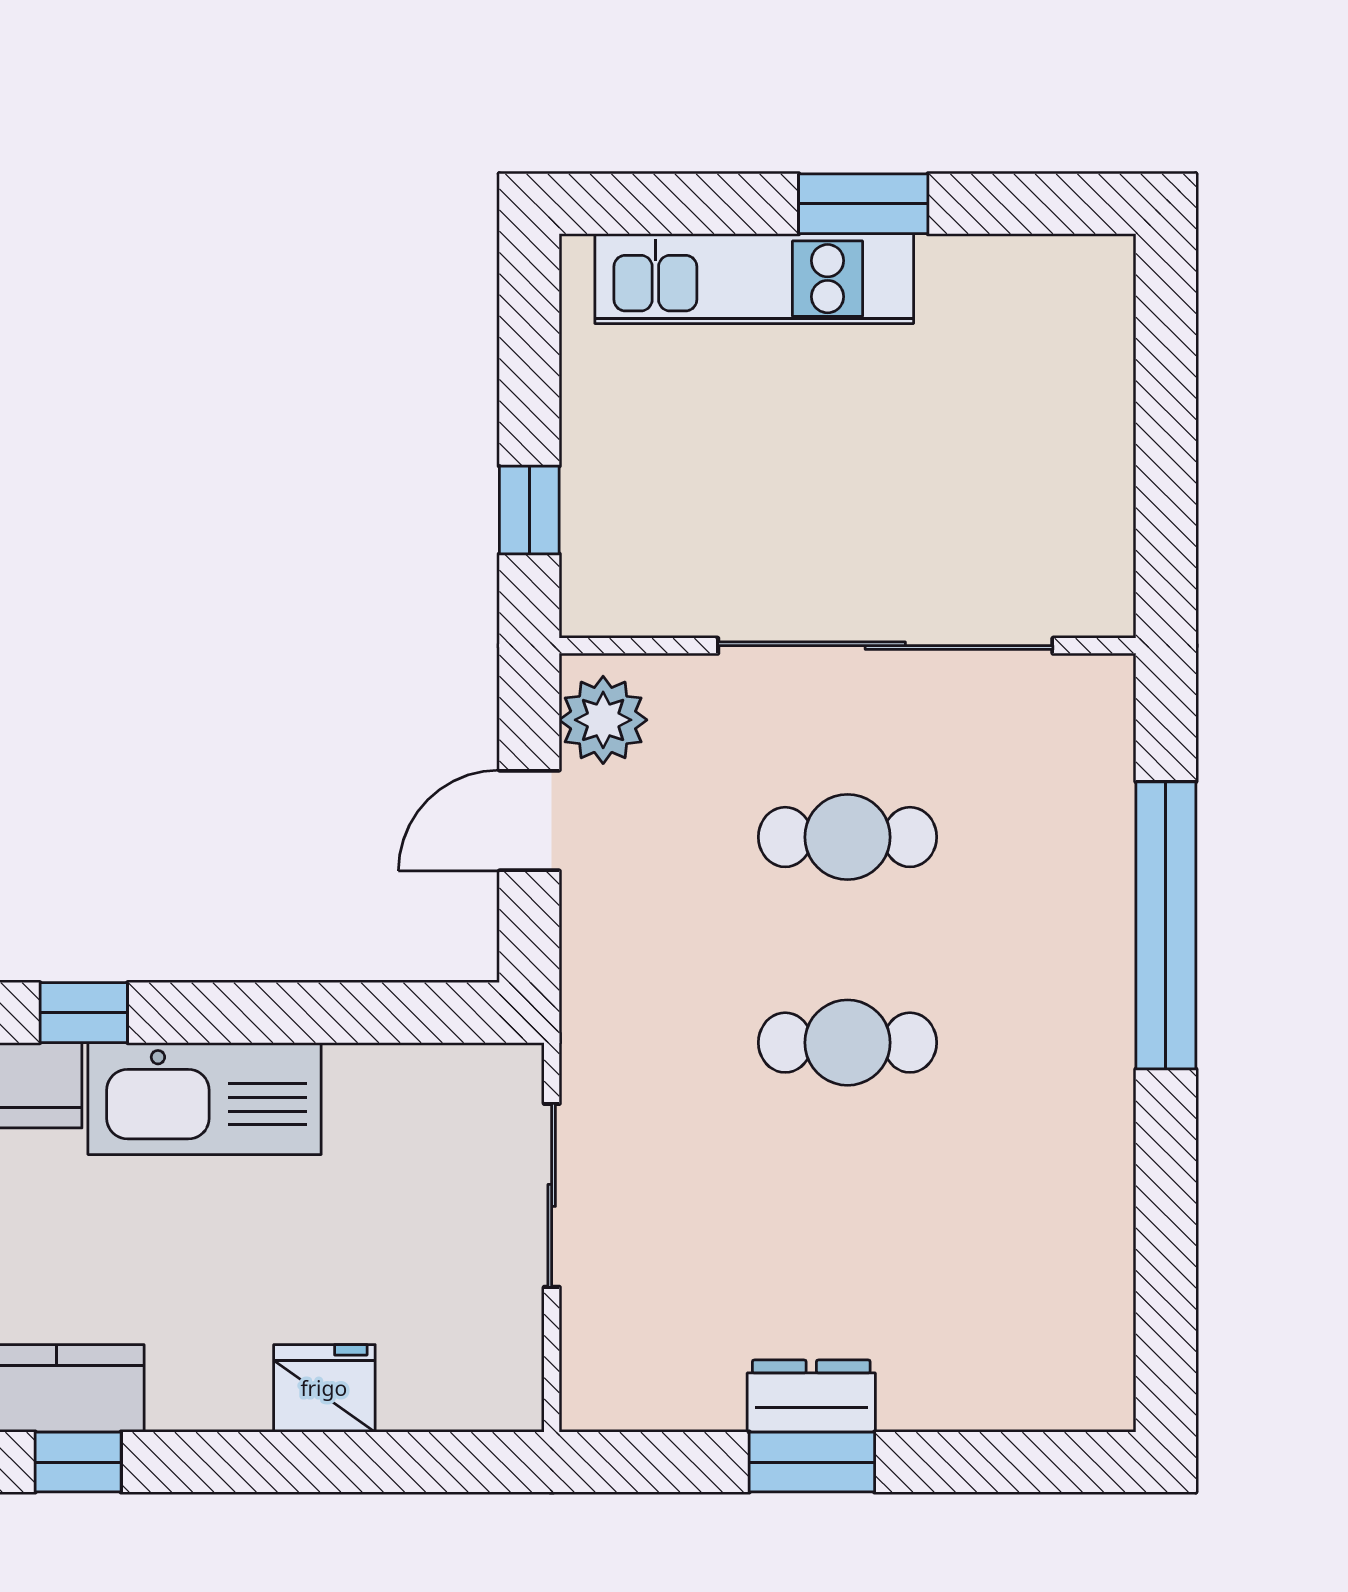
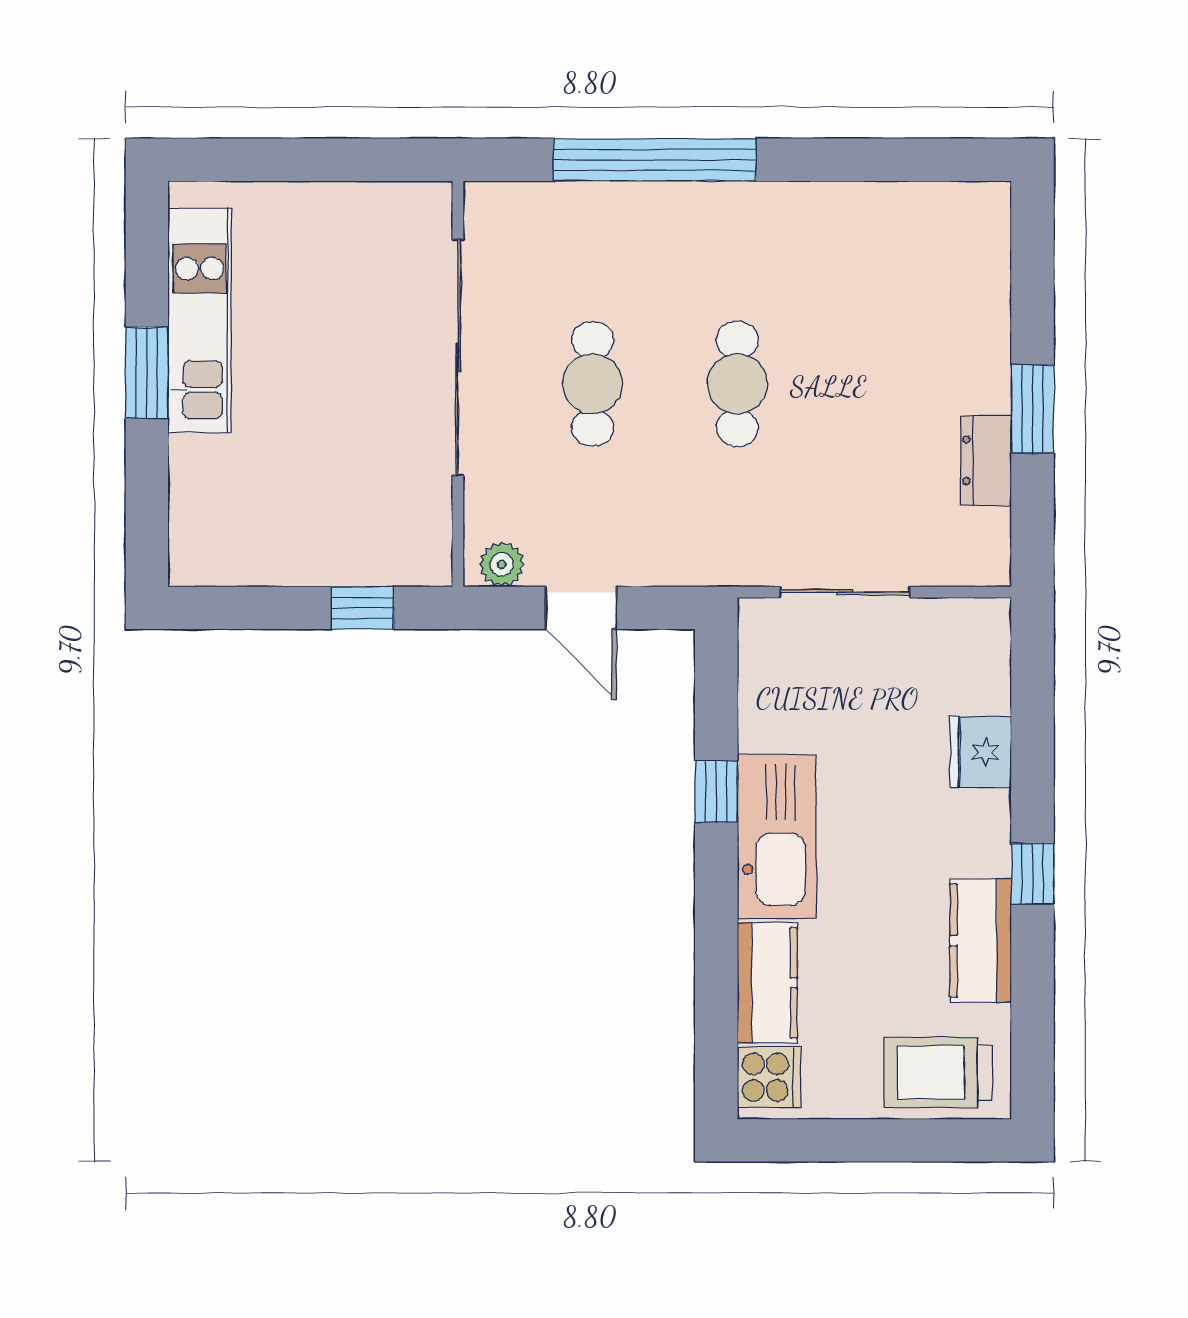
kitchen unit: (754, 279) -> (200, 320), moved
plant: (603, 720) -> (502, 564), width x0.73, depth x0.73
window: (84, 1013) -> (716, 792), moved
dresser: (811, 1396) -> (986, 460), moved
window: (78, 1462) -> (1033, 874), moved

